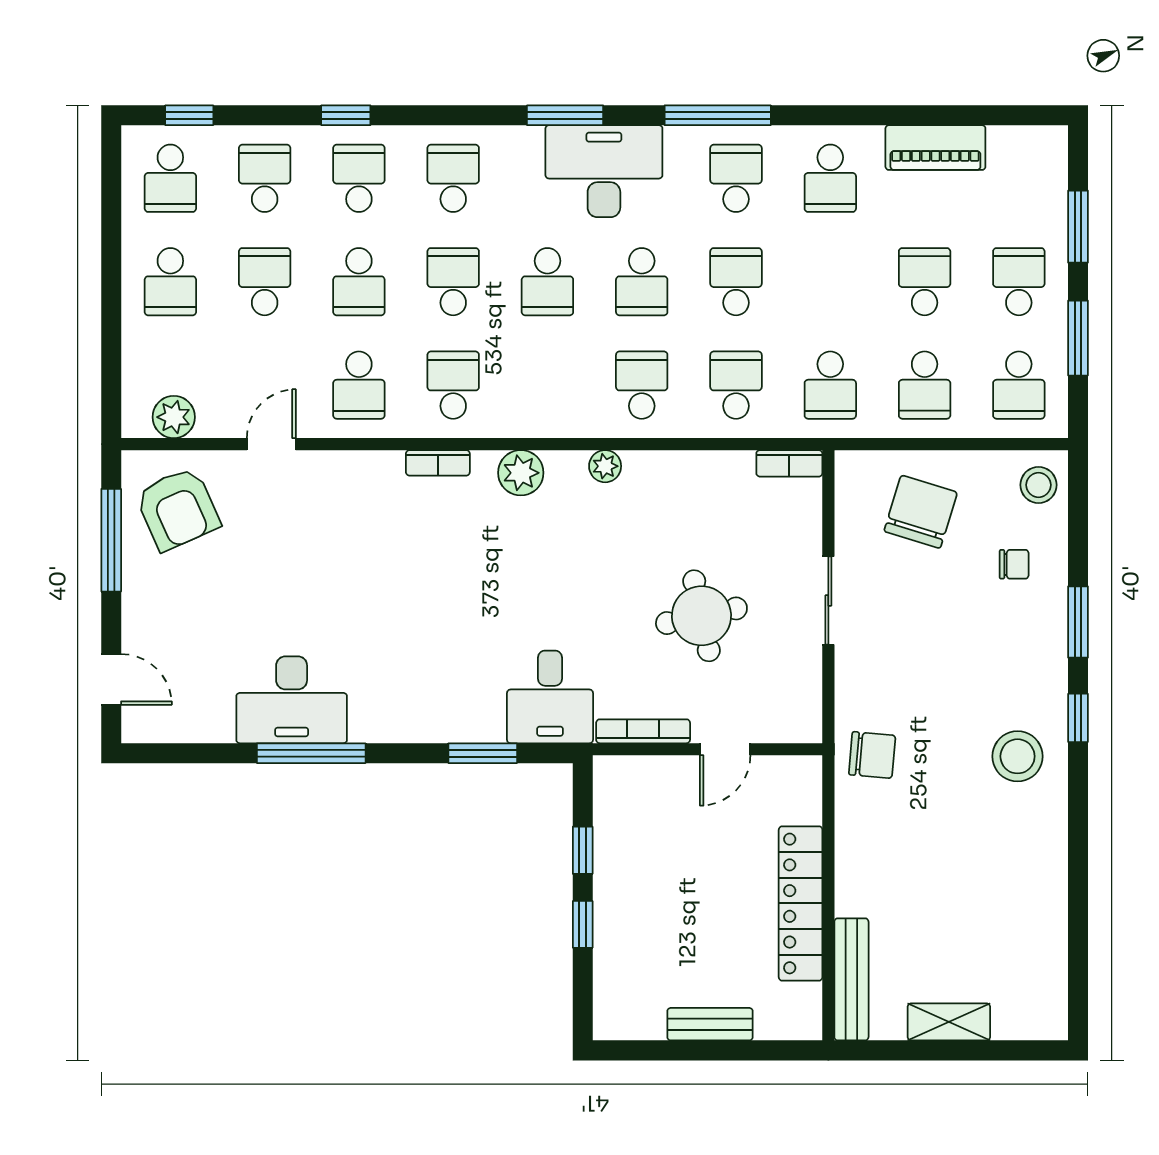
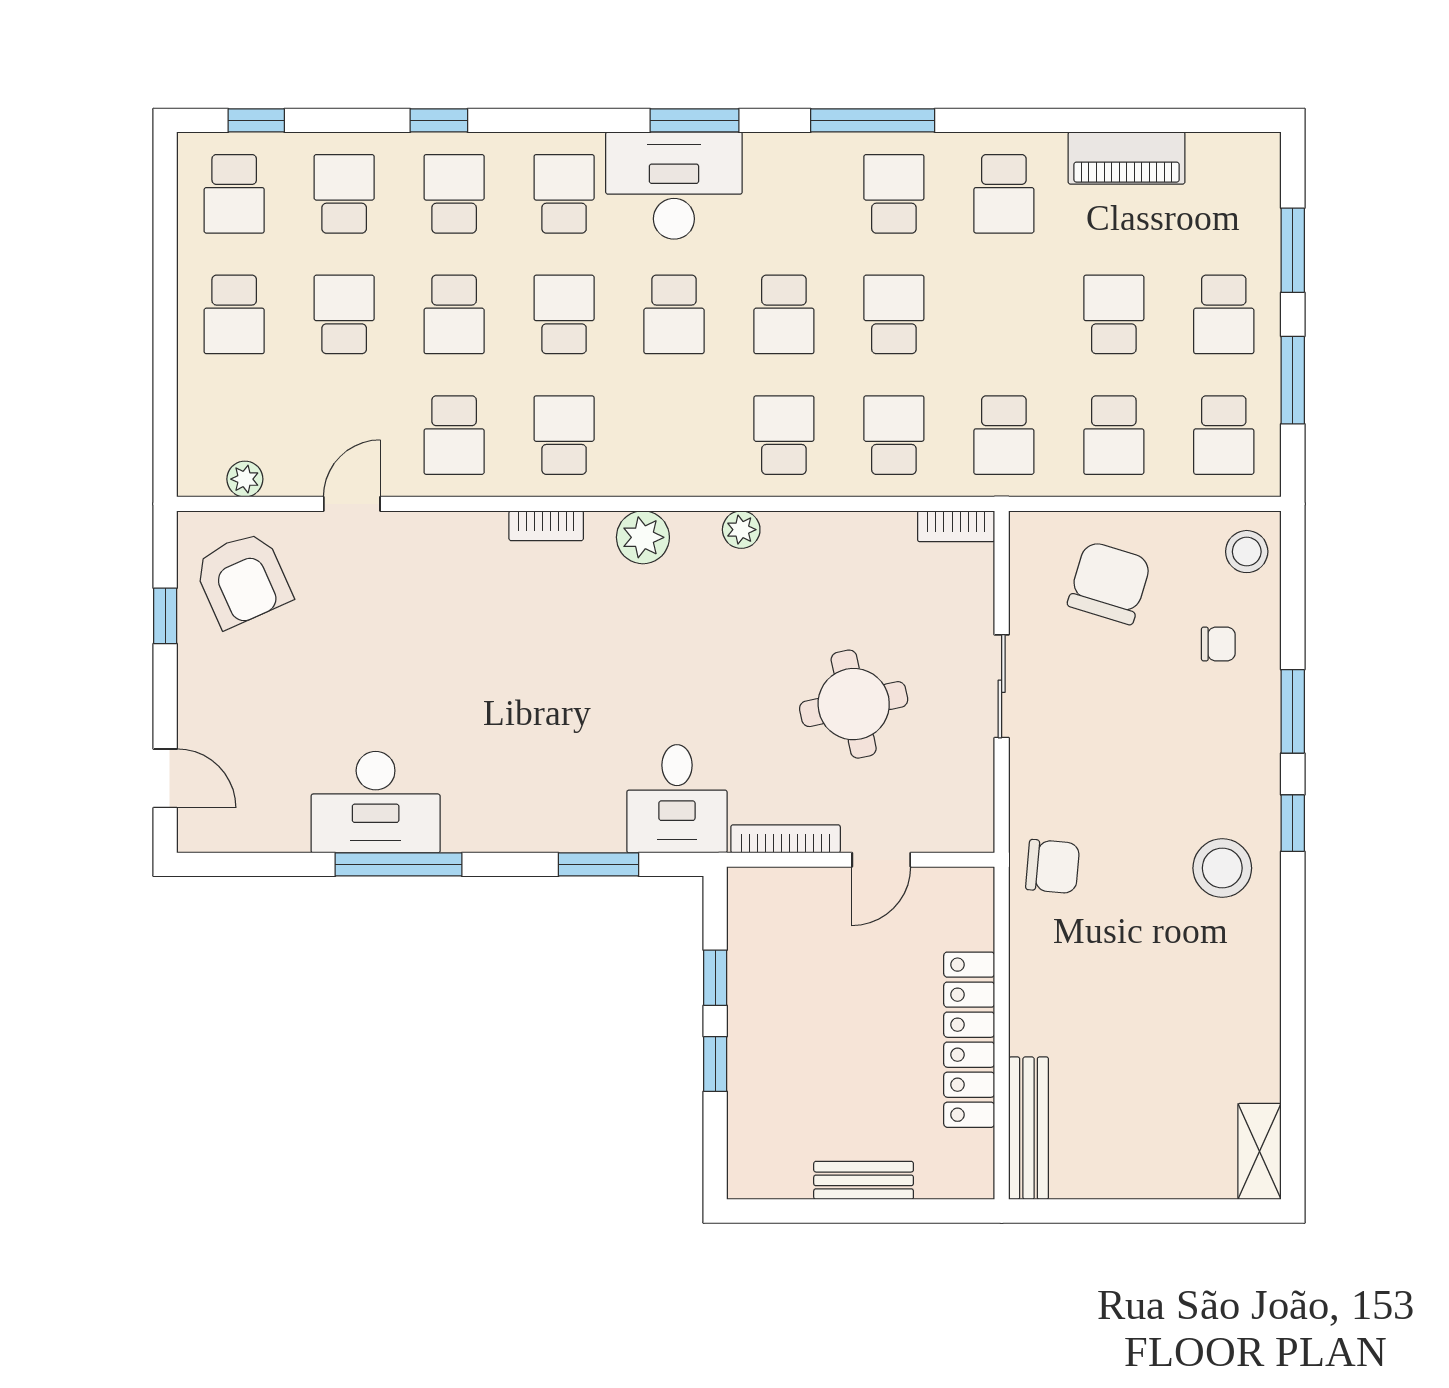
desk: (604, 171) -> (674, 186), moved
school desk: (1019, 282) -> (1224, 314), turned 180
plant: (174, 417) -> (245, 479), width x0.73, depth x0.73
window: (111, 540) -> (165, 616), width x0.46
shelving: (949, 1022) -> (1260, 1151), moved, turned 90

